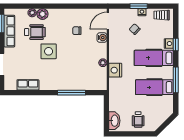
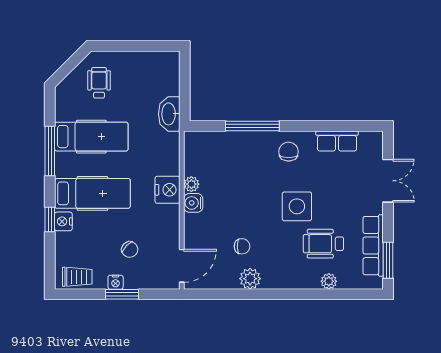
plant: (43, 14) -> (250, 279), moved
water cooler: (102, 38) -> (193, 203), moved
nightstand: (115, 70) -> (167, 190), moved
chair: (53, 79) -> (289, 152), added
wheelchair: (138, 119) -> (99, 83), moved
washbasin: (114, 121) -> (169, 114), moved

